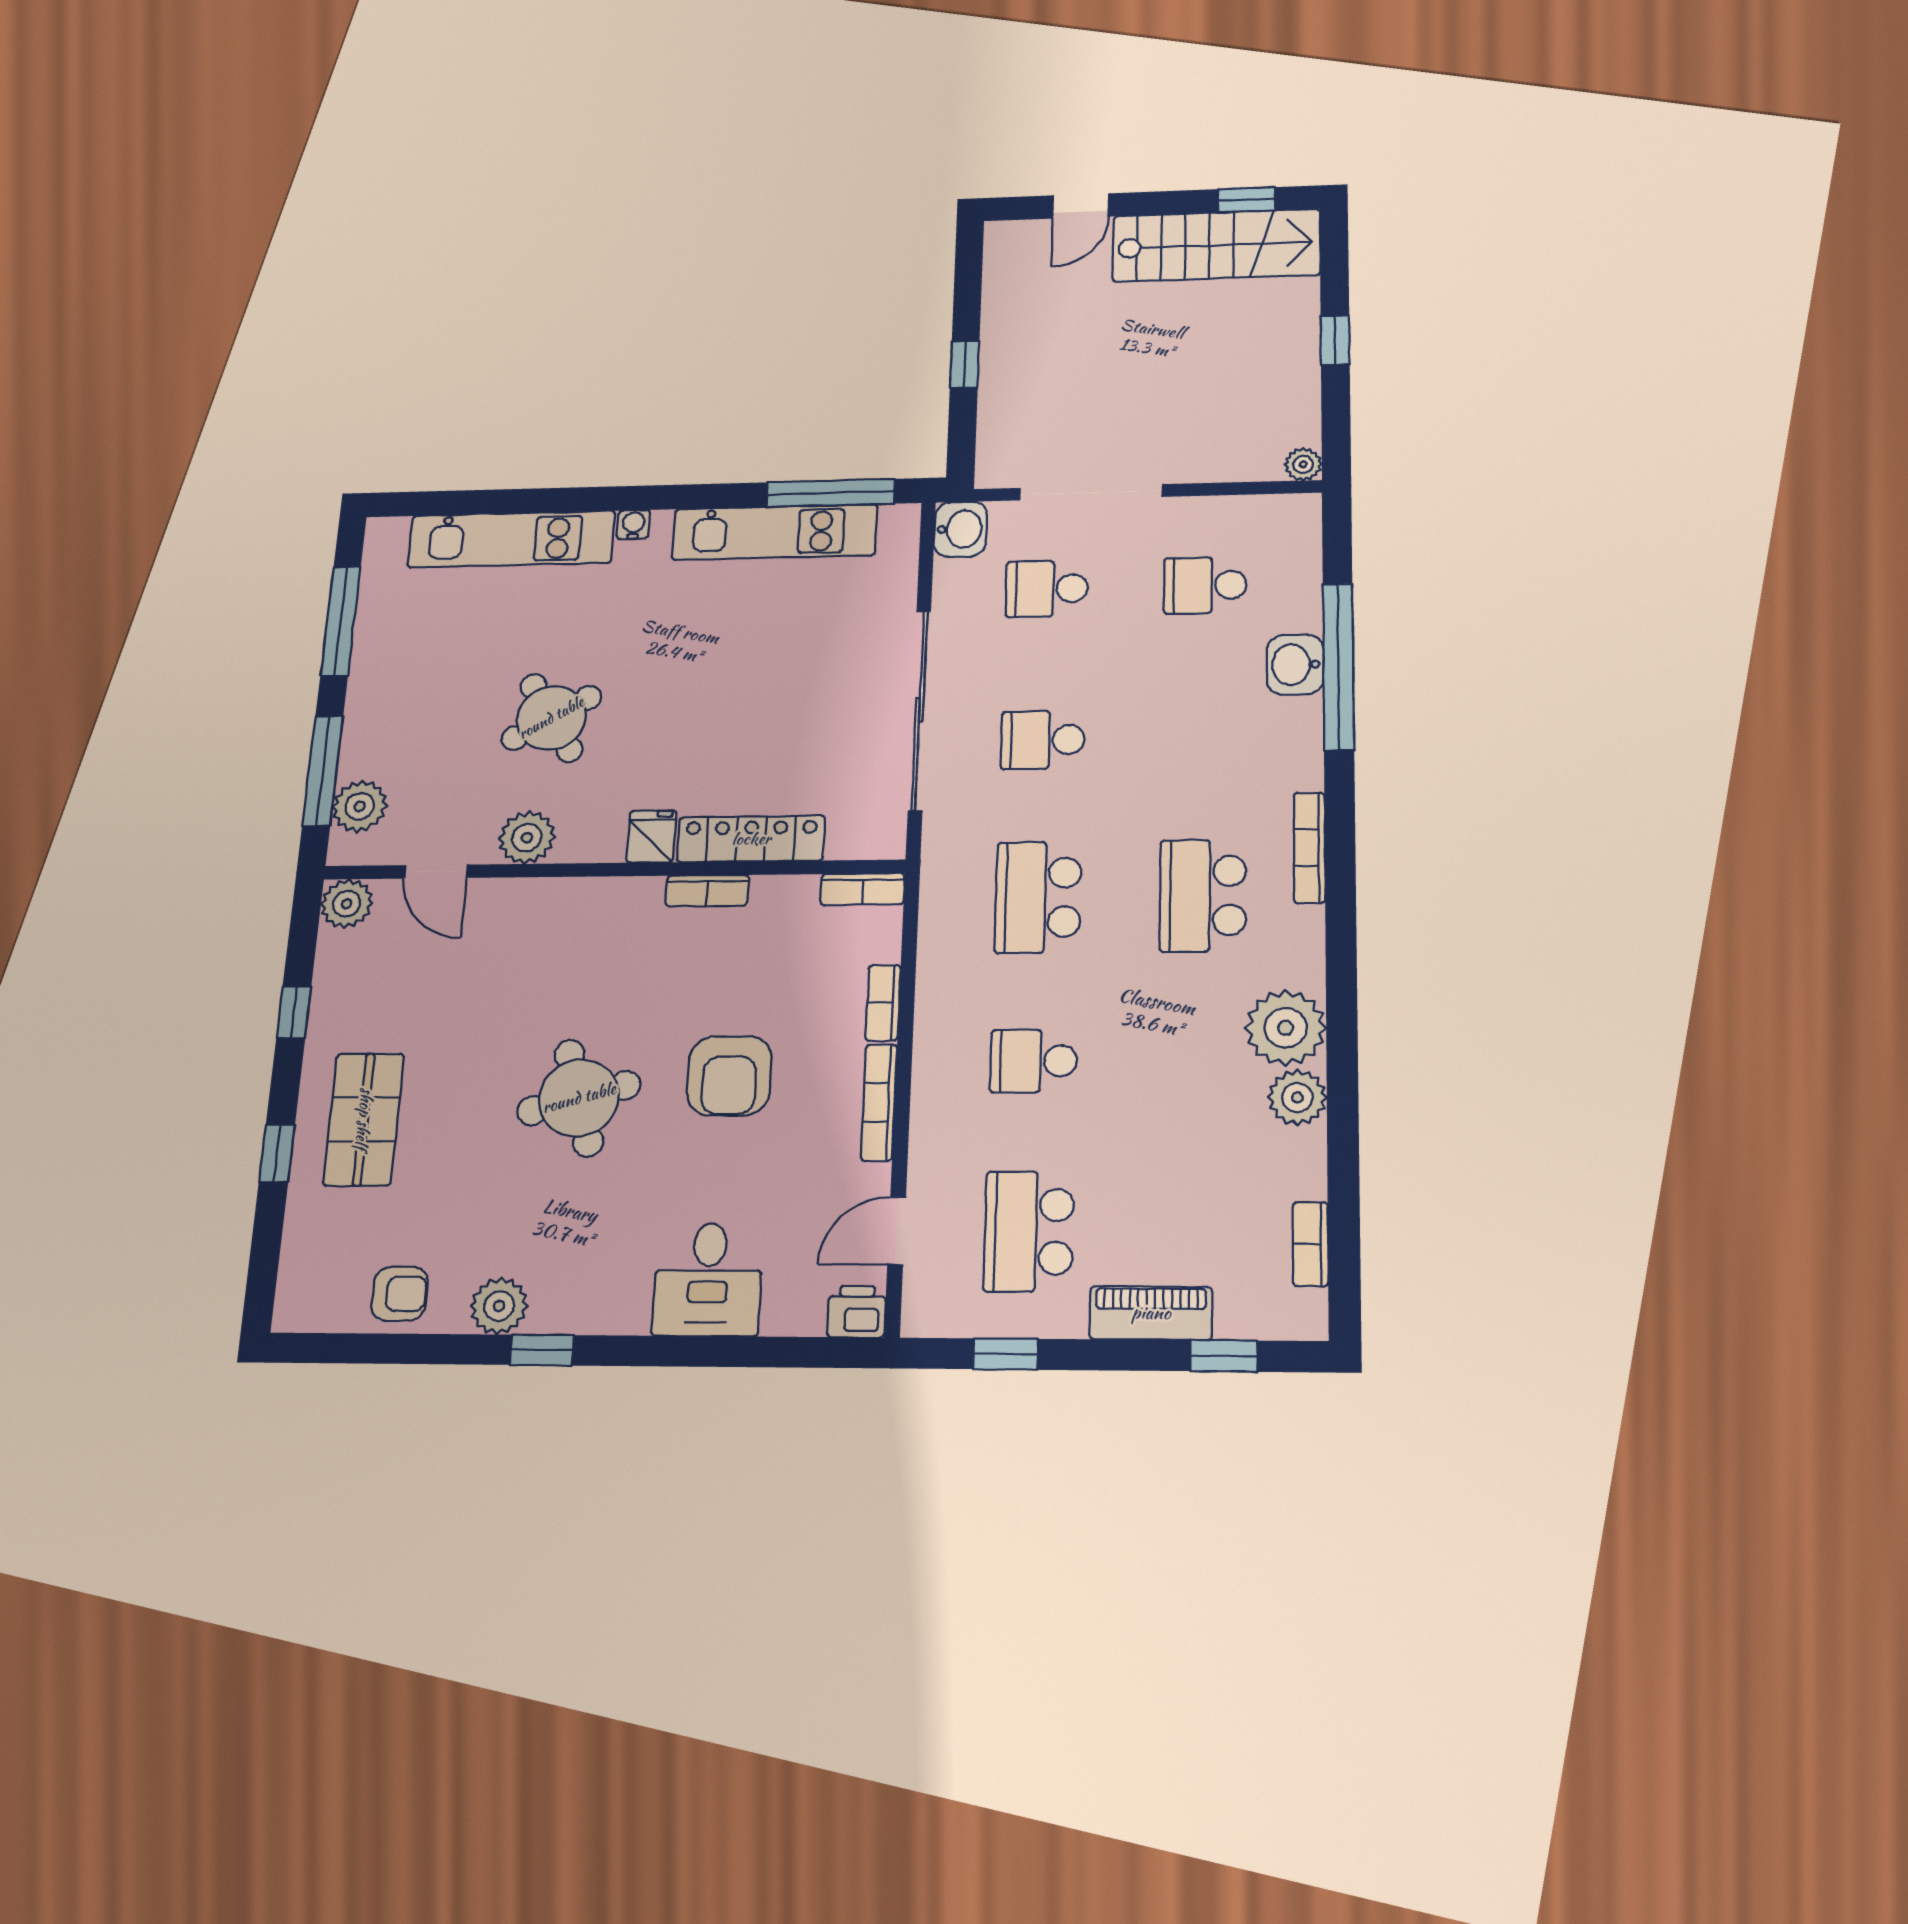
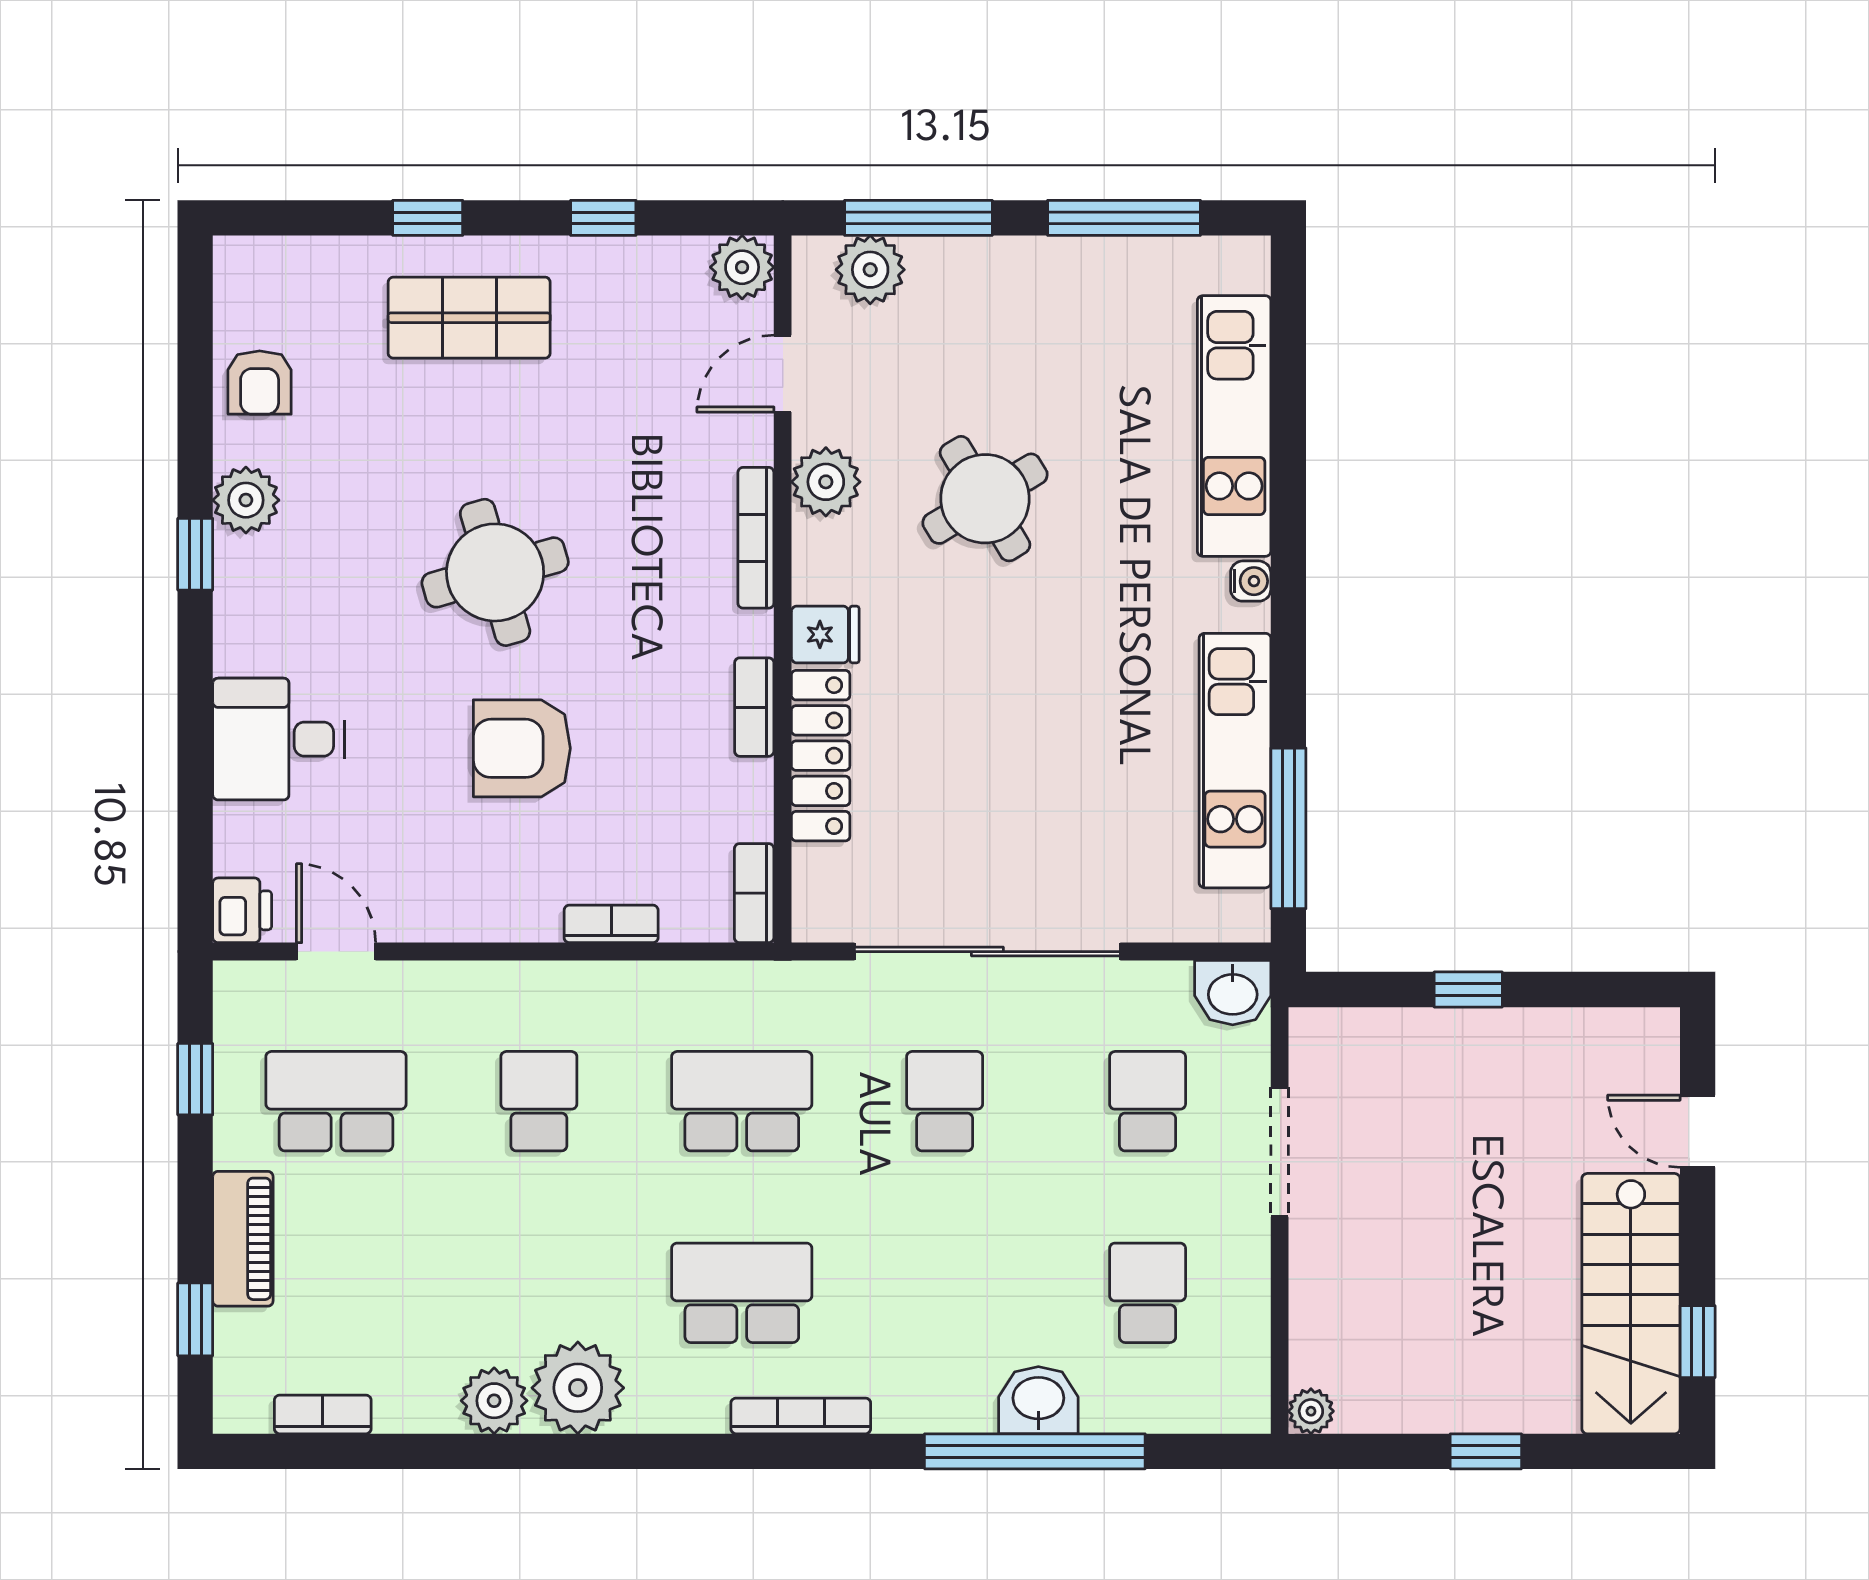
doorway: (1091, 492) -> (1280, 1152), width x0.73
bookcase: (879, 1102) -> (756, 538), moved, turned -90

